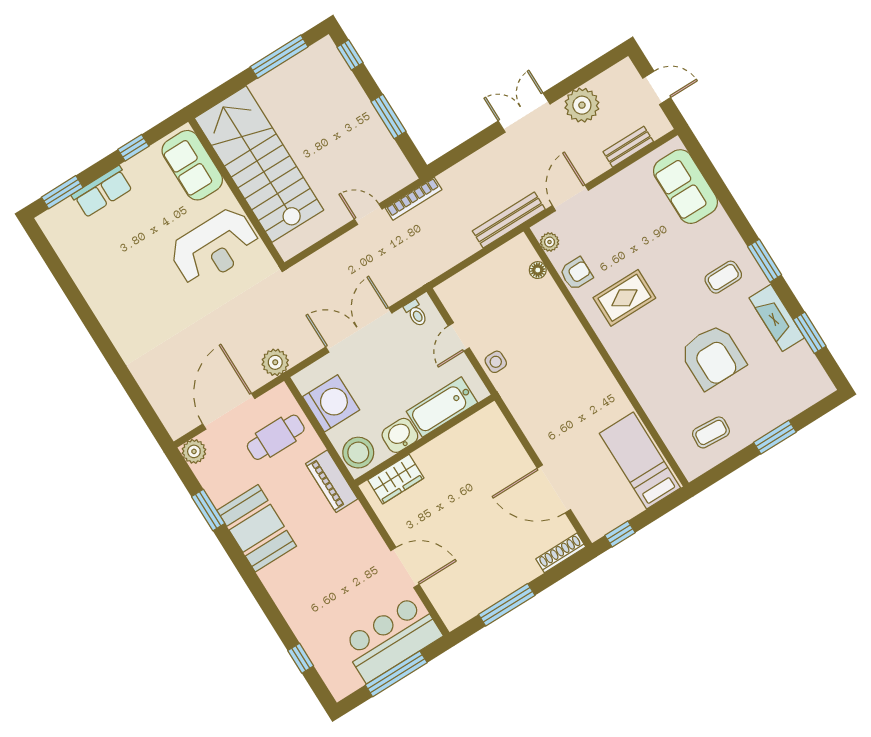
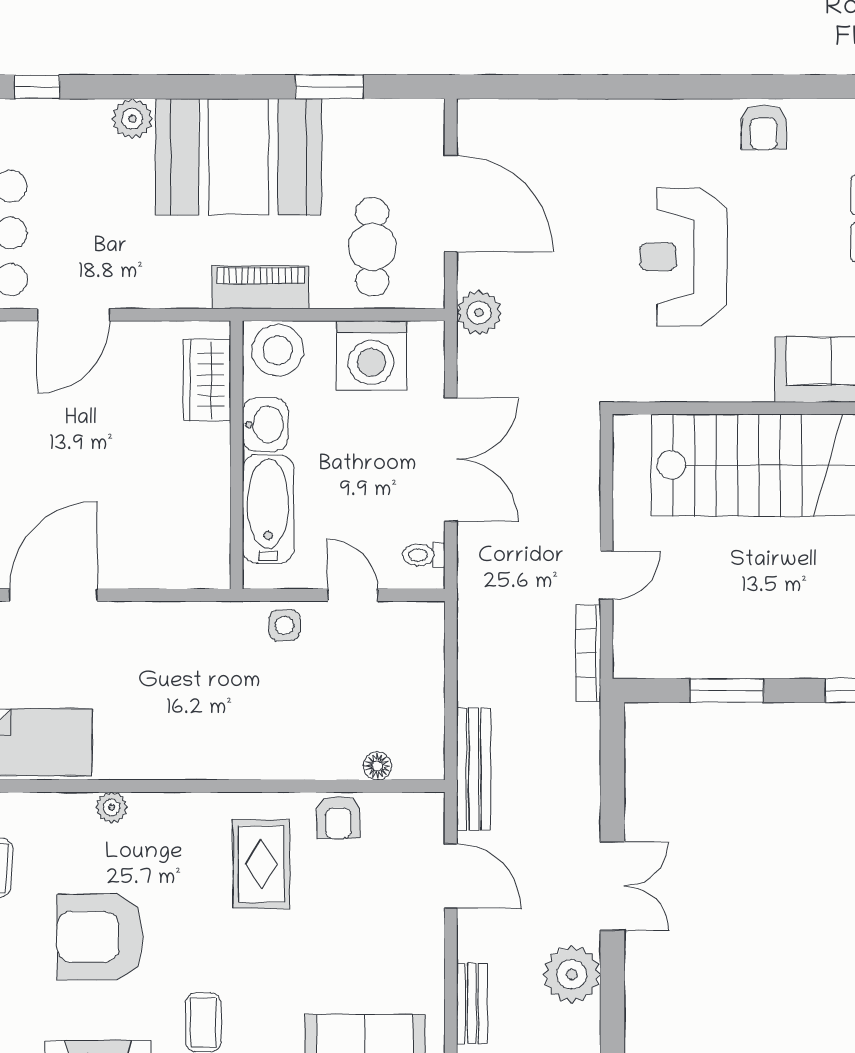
plant: (550, 242) -> (112, 807), moved
reception desk: (215, 247) -> (683, 257), moved
armchair: (91, 276) -> (764, 127), added
plant: (194, 451) -> (132, 119), moved
booth: (257, 528) -> (238, 157), width x1.36, depth x1.42

